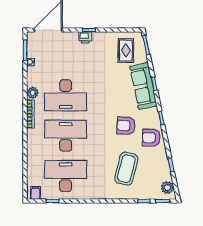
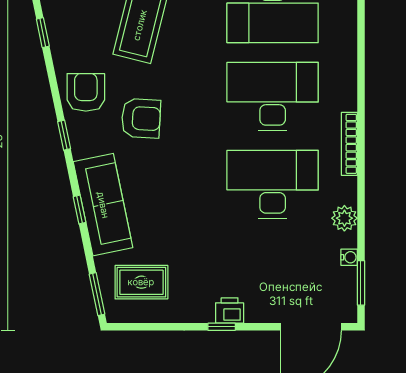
rug: (126, 50) -> (141, 282), turned 90
plant: (33, 93) -> (344, 218), moved
desk: (66, 136) -> (273, 97), turned 180
armchair: (151, 138) -> (86, 92), turned -90

